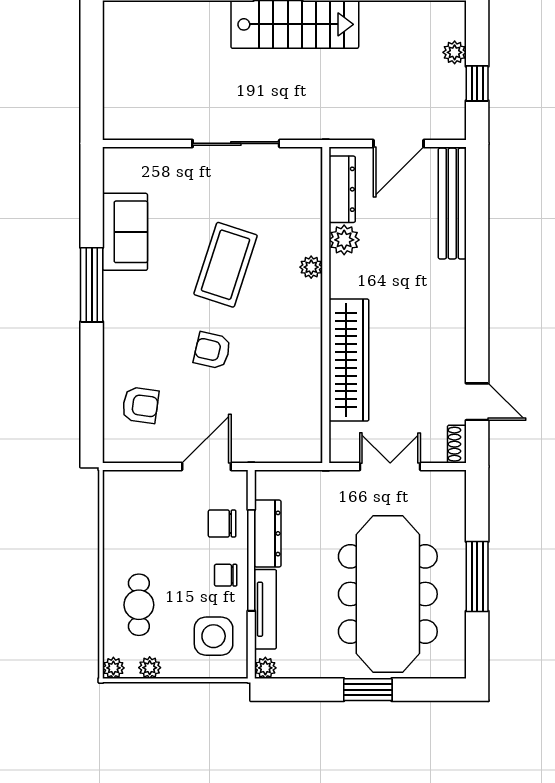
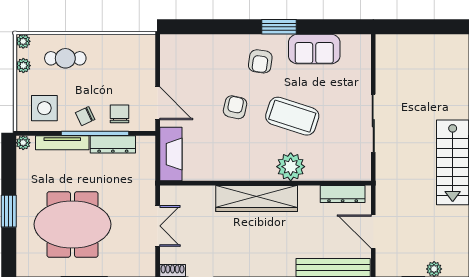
plant: (344, 240) -> (309, 195), removed
plant: (311, 267) -> (291, 167), width x1.87, depth x1.87
window: (92, 285) -> (279, 27), width x0.69
wardrobe: (349, 360) -> (257, 199), moved
armchair: (140, 405) -> (260, 61), moved
fireplace: (282, 447) -> (171, 154), added
chair: (226, 575) -> (85, 116), turned -115
meeting table: (388, 594) -> (72, 224), width x0.73

